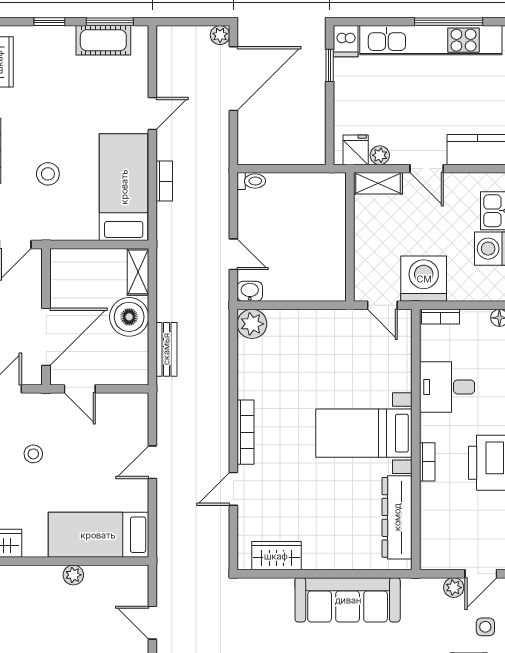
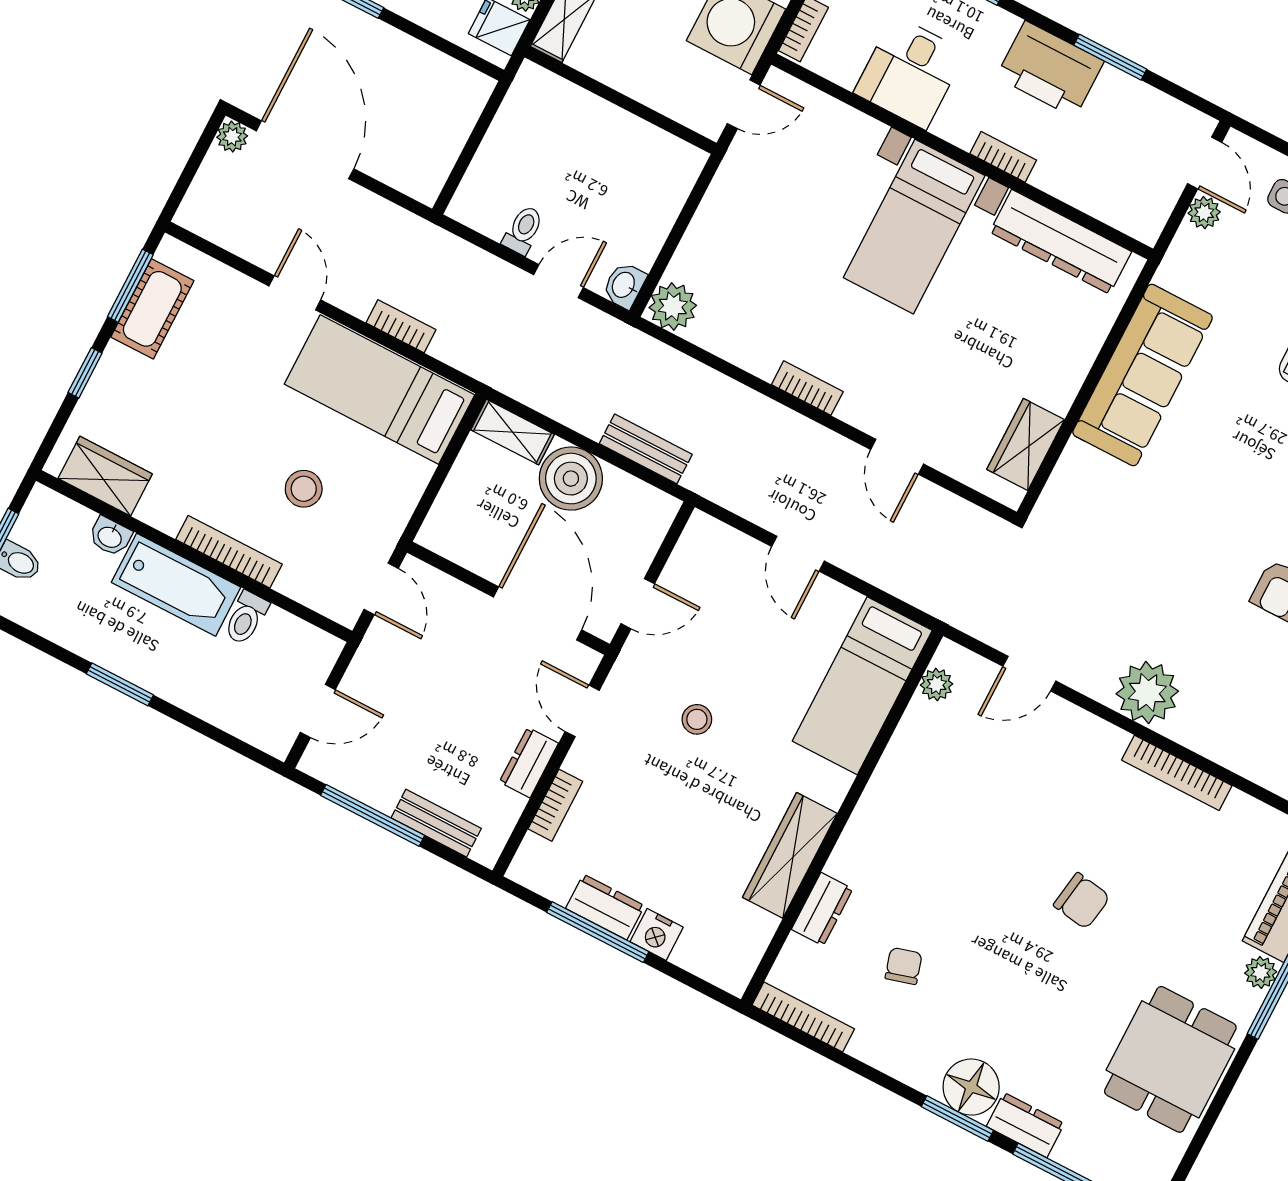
toilet: (251, 181) -> (523, 230), moved
bookcase: (245, 432) -> (807, 388), width x0.64
plant: (73, 575) -> (937, 684), moved

